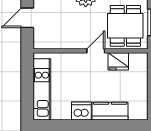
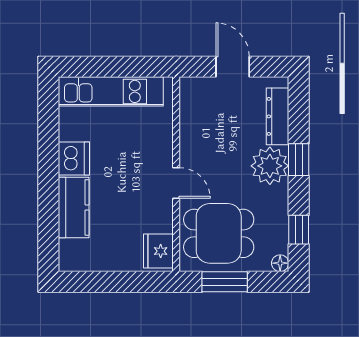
fridge: (118, 61) -> (158, 251), moved

